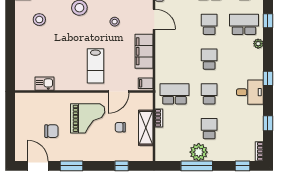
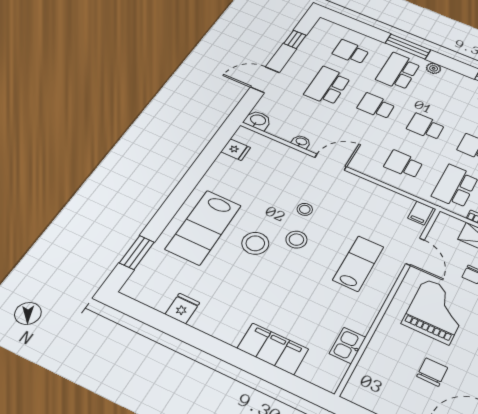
stool: (39, 20) -> (296, 240), moved
window: (268, 21) -> (408, 46), width x2.17
filing cabinet: (144, 51) -> (273, 349), moved, turned 180
school desk: (174, 59) -> (403, 164), added
lab bench: (95, 66) -> (358, 263), turned -90

